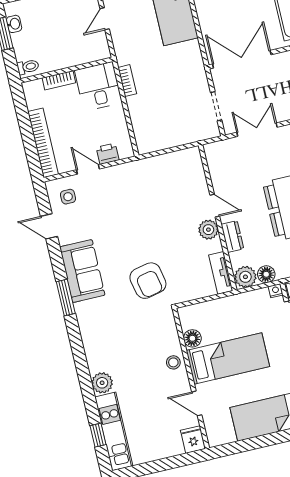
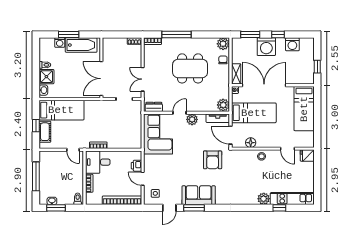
door: (105, 19) -> (73, 150), moved
door: (88, 169) -> (143, 179), hinge flipped
corner sofa: (170, 178) -> (158, 134), added
dresser: (232, 236) -> (154, 107), moved
floor lamp: (266, 274) -> (225, 93), removed
armchair: (148, 281) -> (213, 160), turned 102
window: (66, 298) -> (194, 208), moved
door: (197, 301) -> (230, 135), added
bed: (228, 358) -> (254, 113), moved, turned 90
door: (197, 403) -> (287, 149), hinge flipped
window: (98, 435) -> (279, 208), moved

